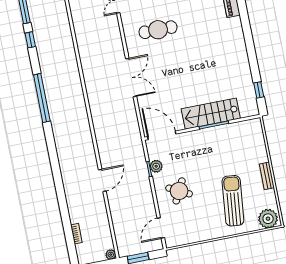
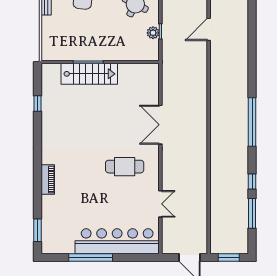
window: (259, 90) -> (37, 104), moved
door: (162, 135) -> (141, 62), removed

